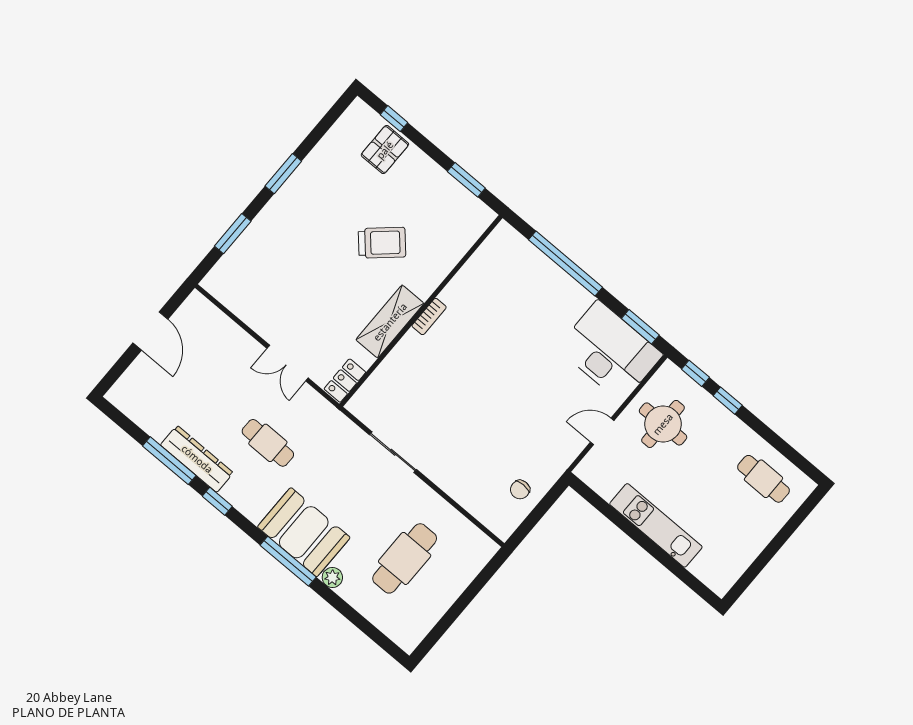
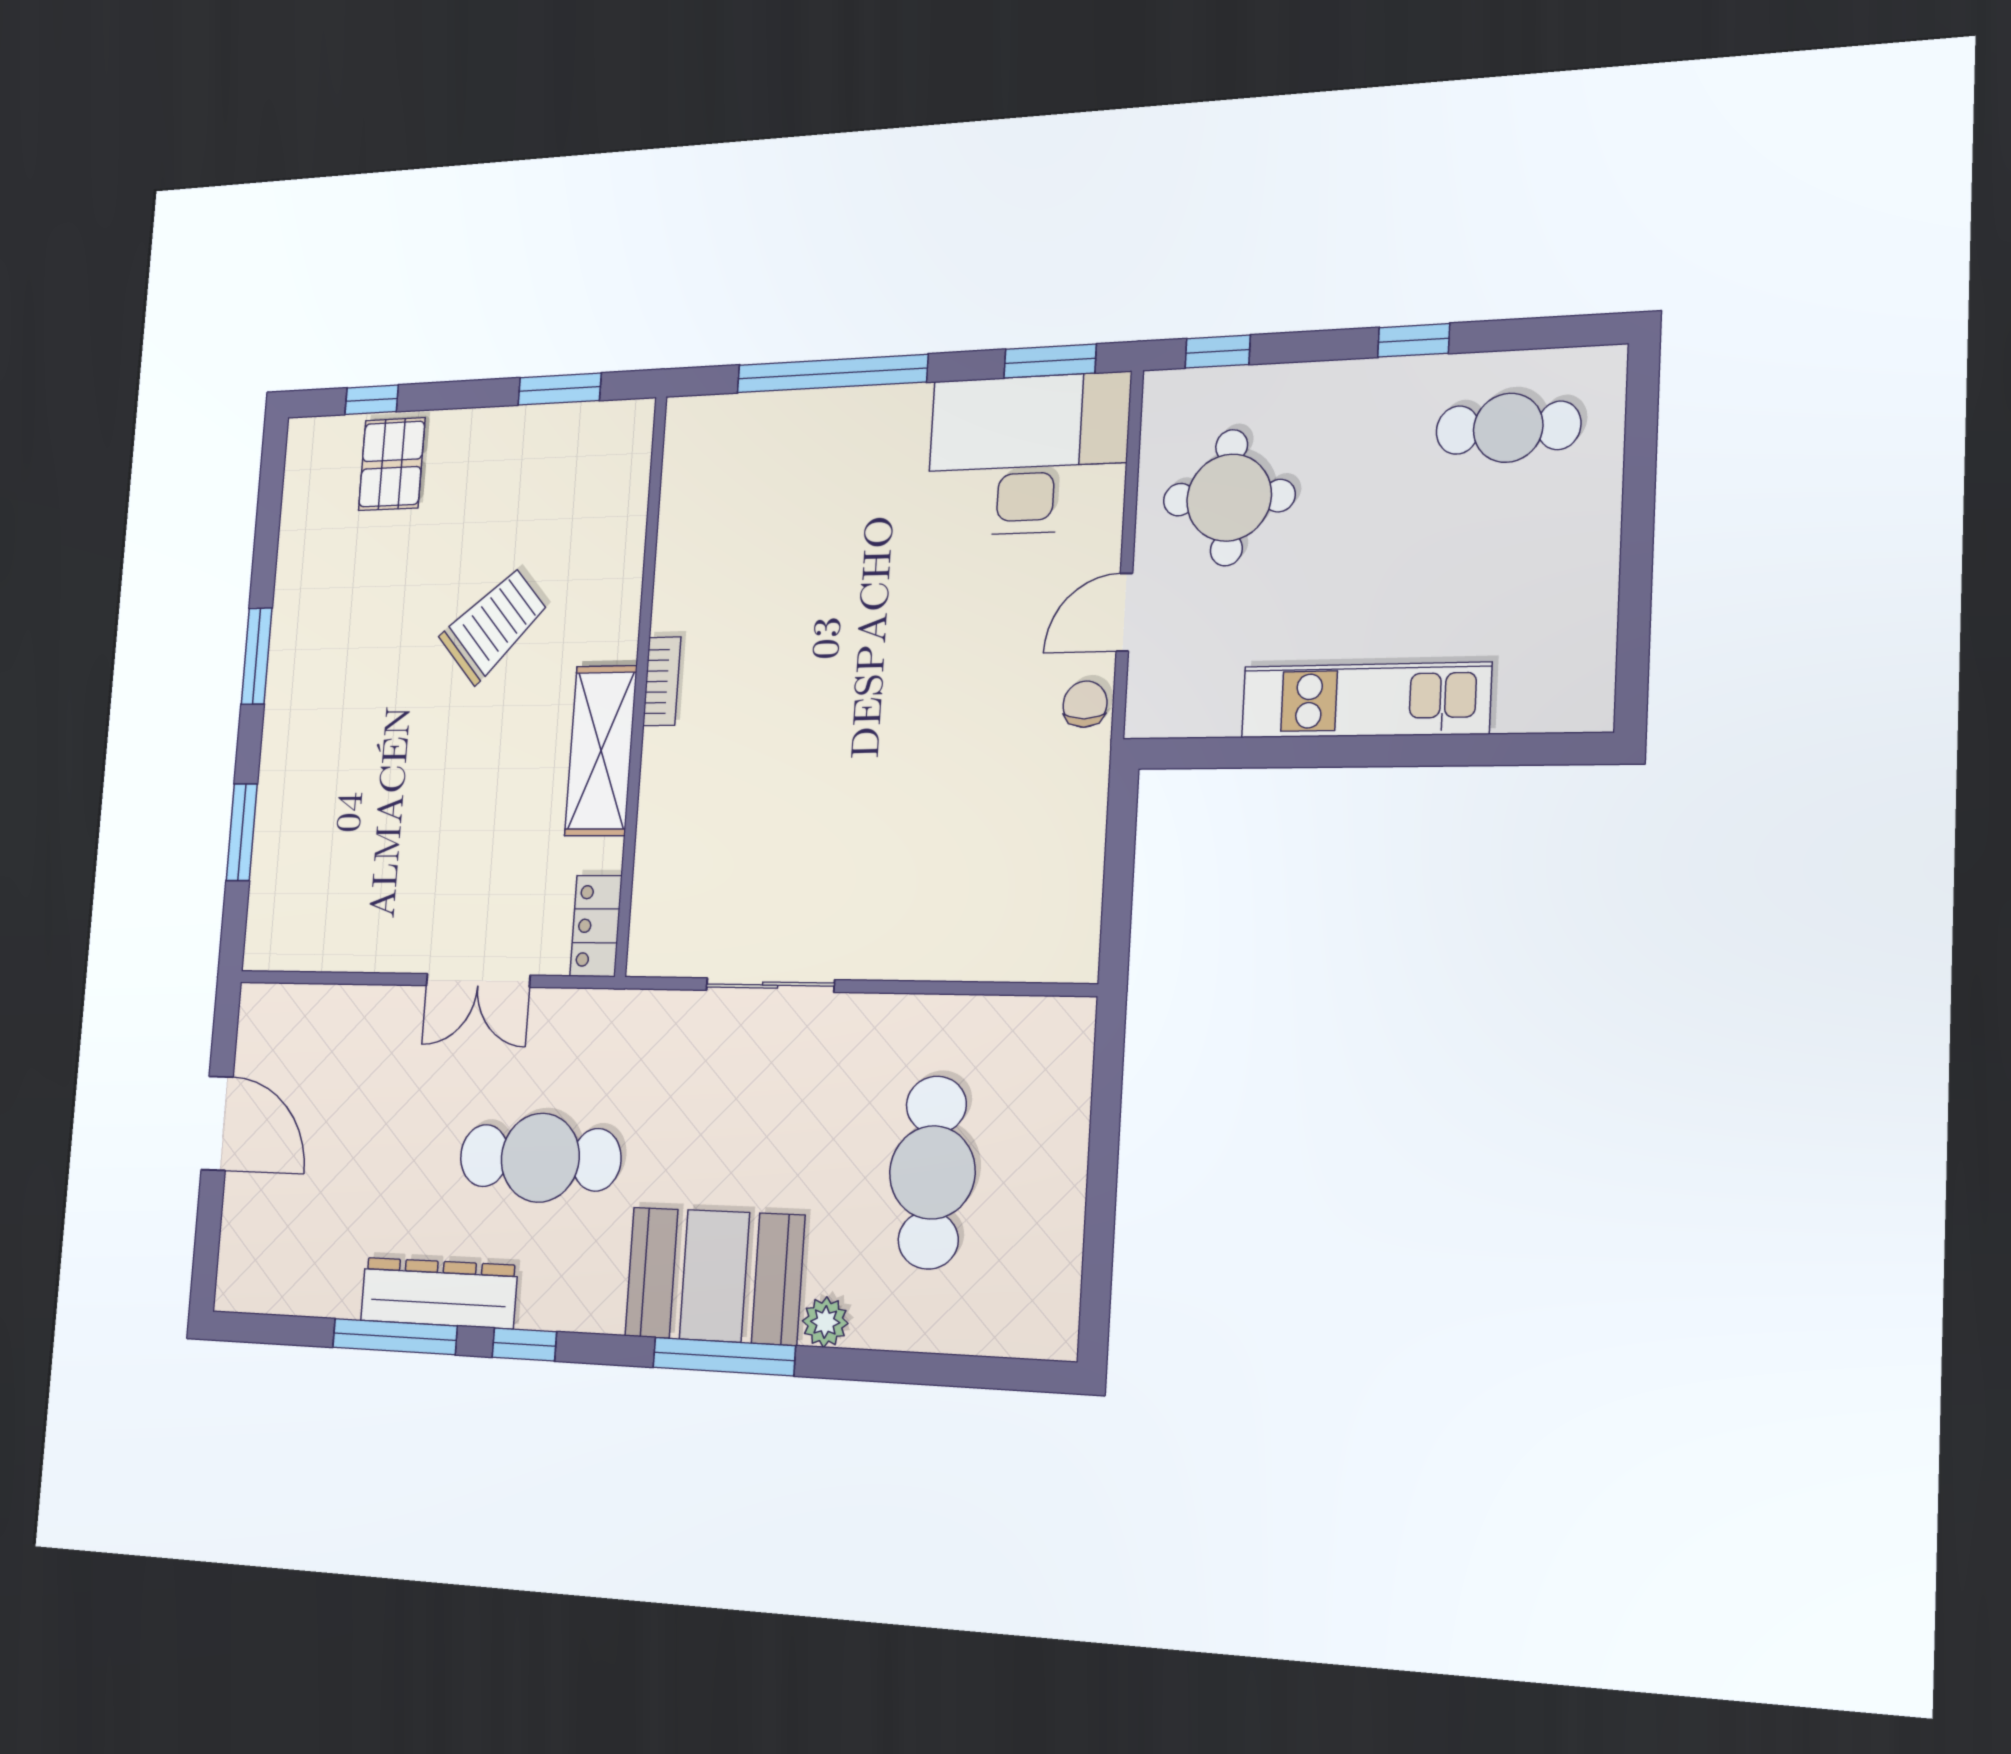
window: (728, 401) -> (1414, 340), moved
cafe table: (268, 443) -> (540, 1158), width x1.37, depth x1.35
chair: (520, 490) -> (1085, 704), moved, turned 180

